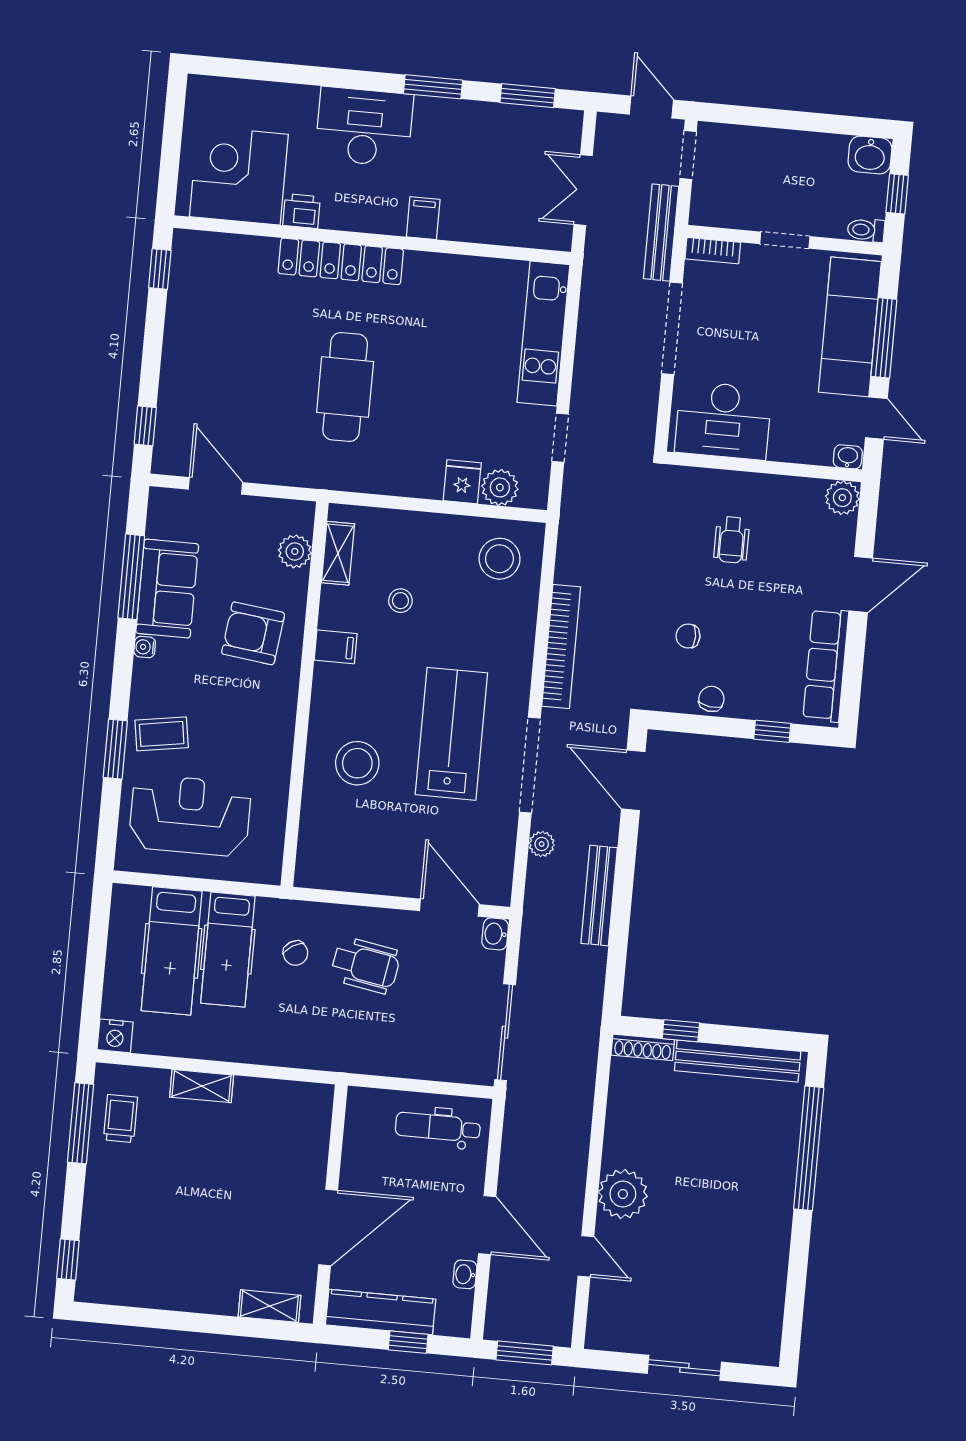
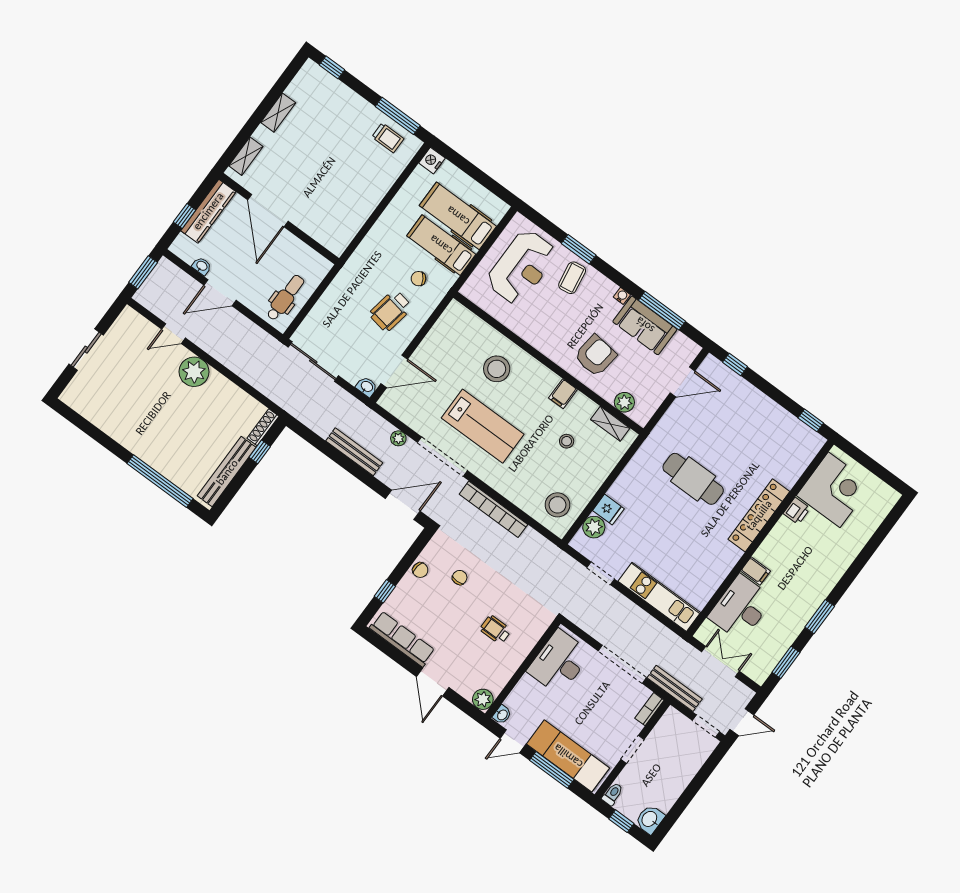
desk: (364, 127) -> (741, 608), moved, turned 180
shelving: (202, 1086) -> (278, 113), moved

